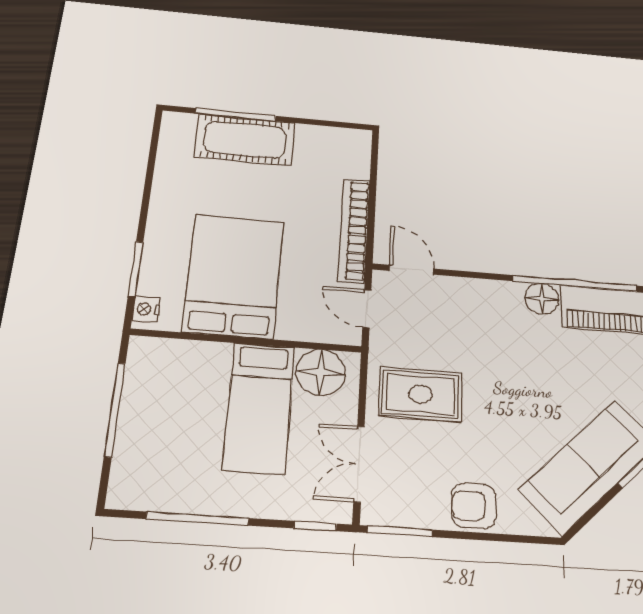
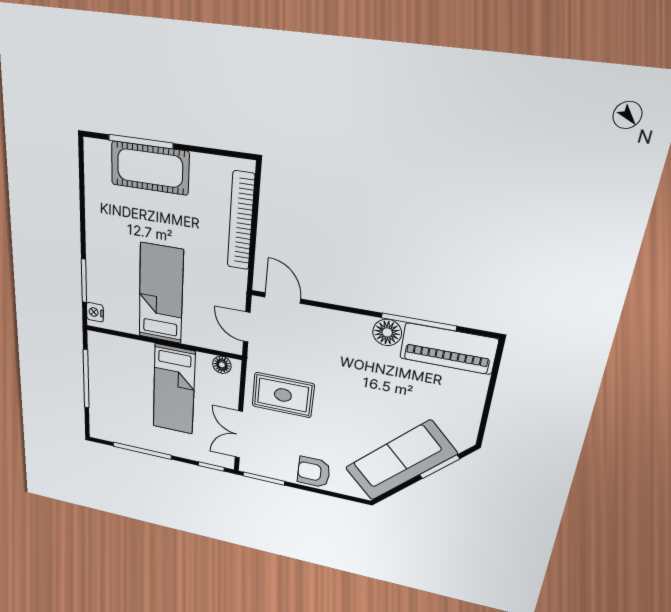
bookcase: (354, 230) -> (241, 221), moved
bed: (234, 276) -> (161, 294), width x0.67
window: (575, 283) -> (419, 322), width x0.68
floor lamp: (321, 372) -> (222, 365), width x0.53, depth x0.53

